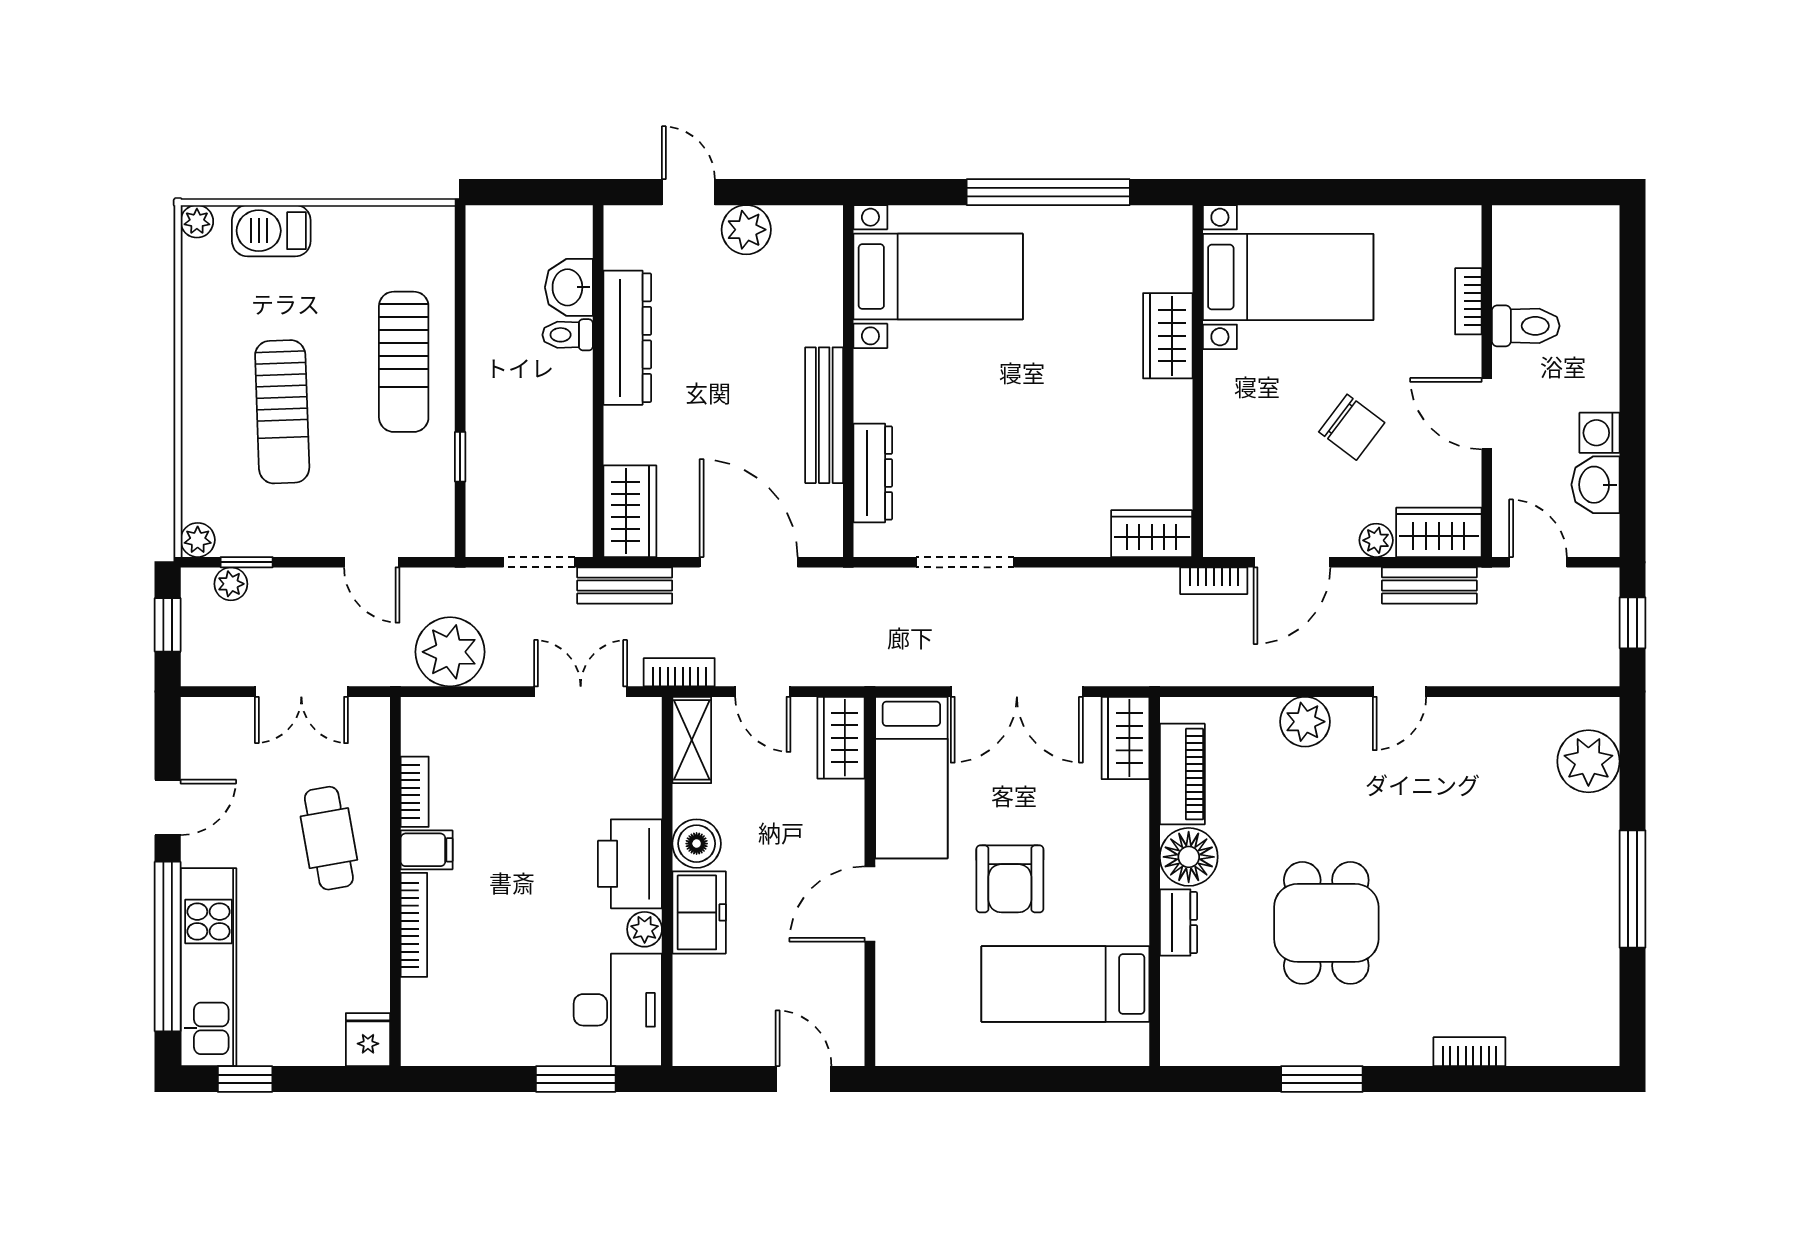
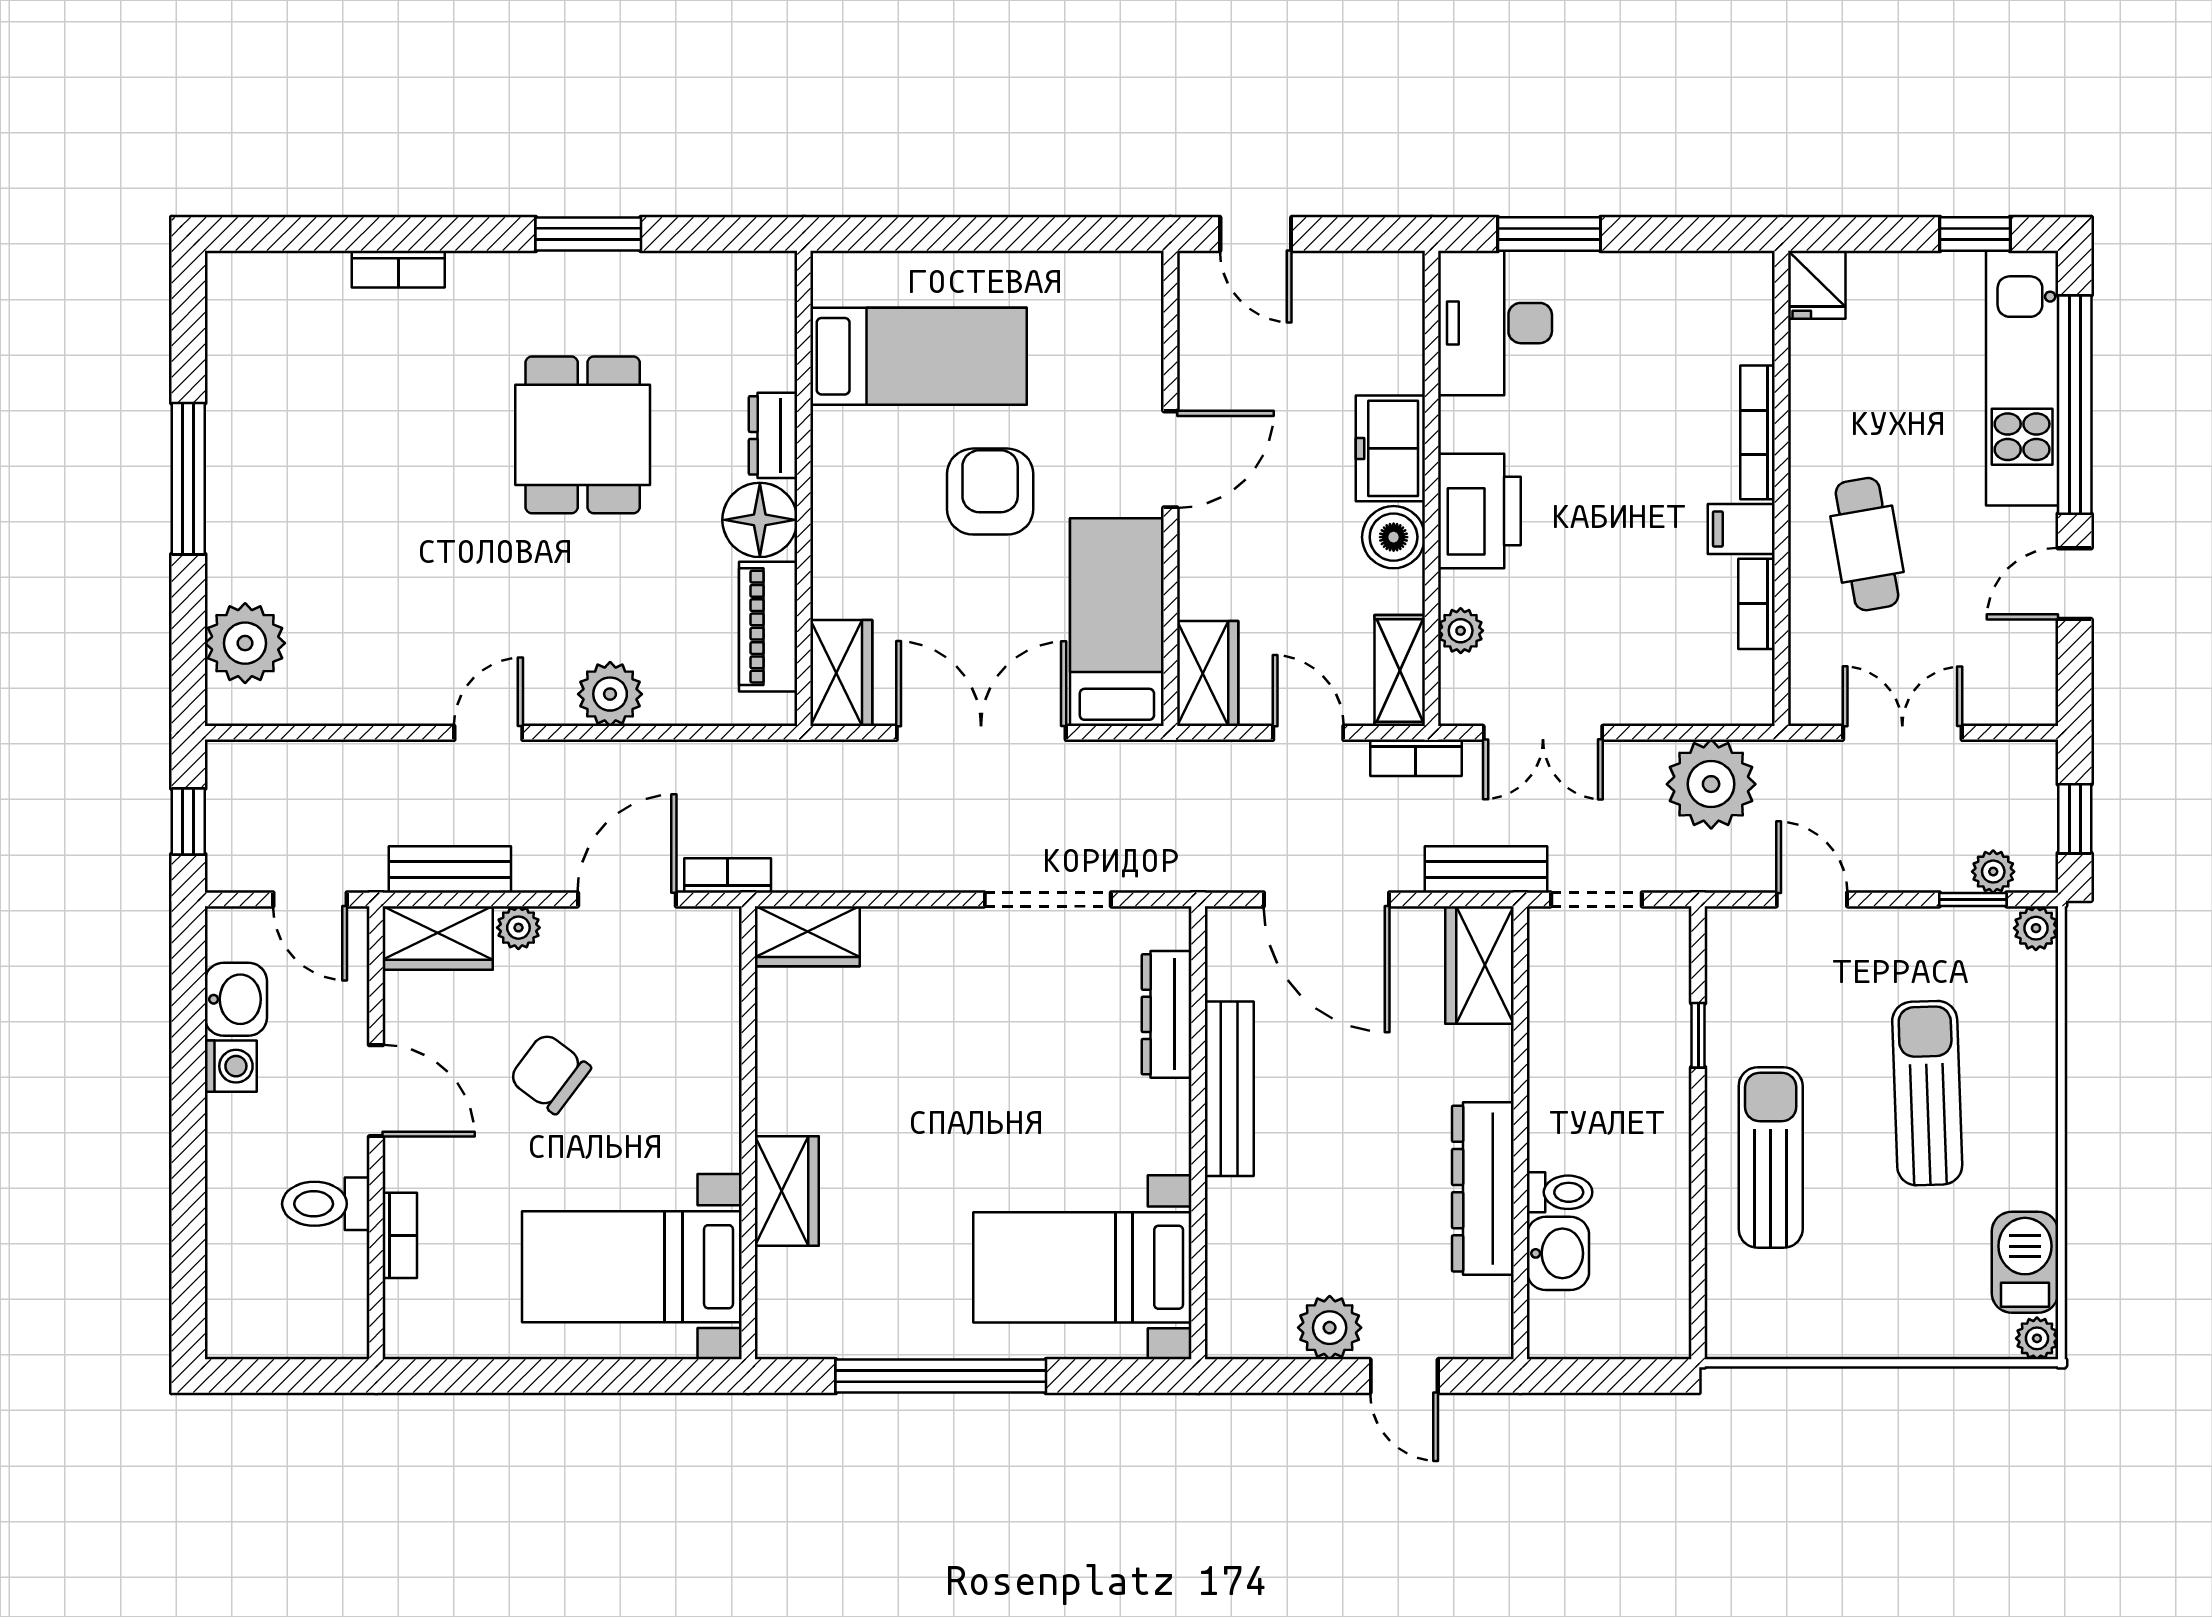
barbecue: (271, 231) -> (2025, 1262), moved, turned -90
plant: (645, 929) -> (1461, 631), moved

